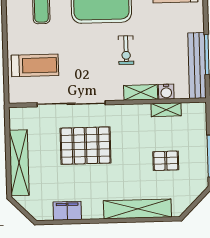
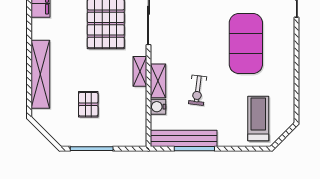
exercise bike: (126, 50) -> (198, 90), moved, turned -83
shelving: (166, 110) -> (140, 71), moved

